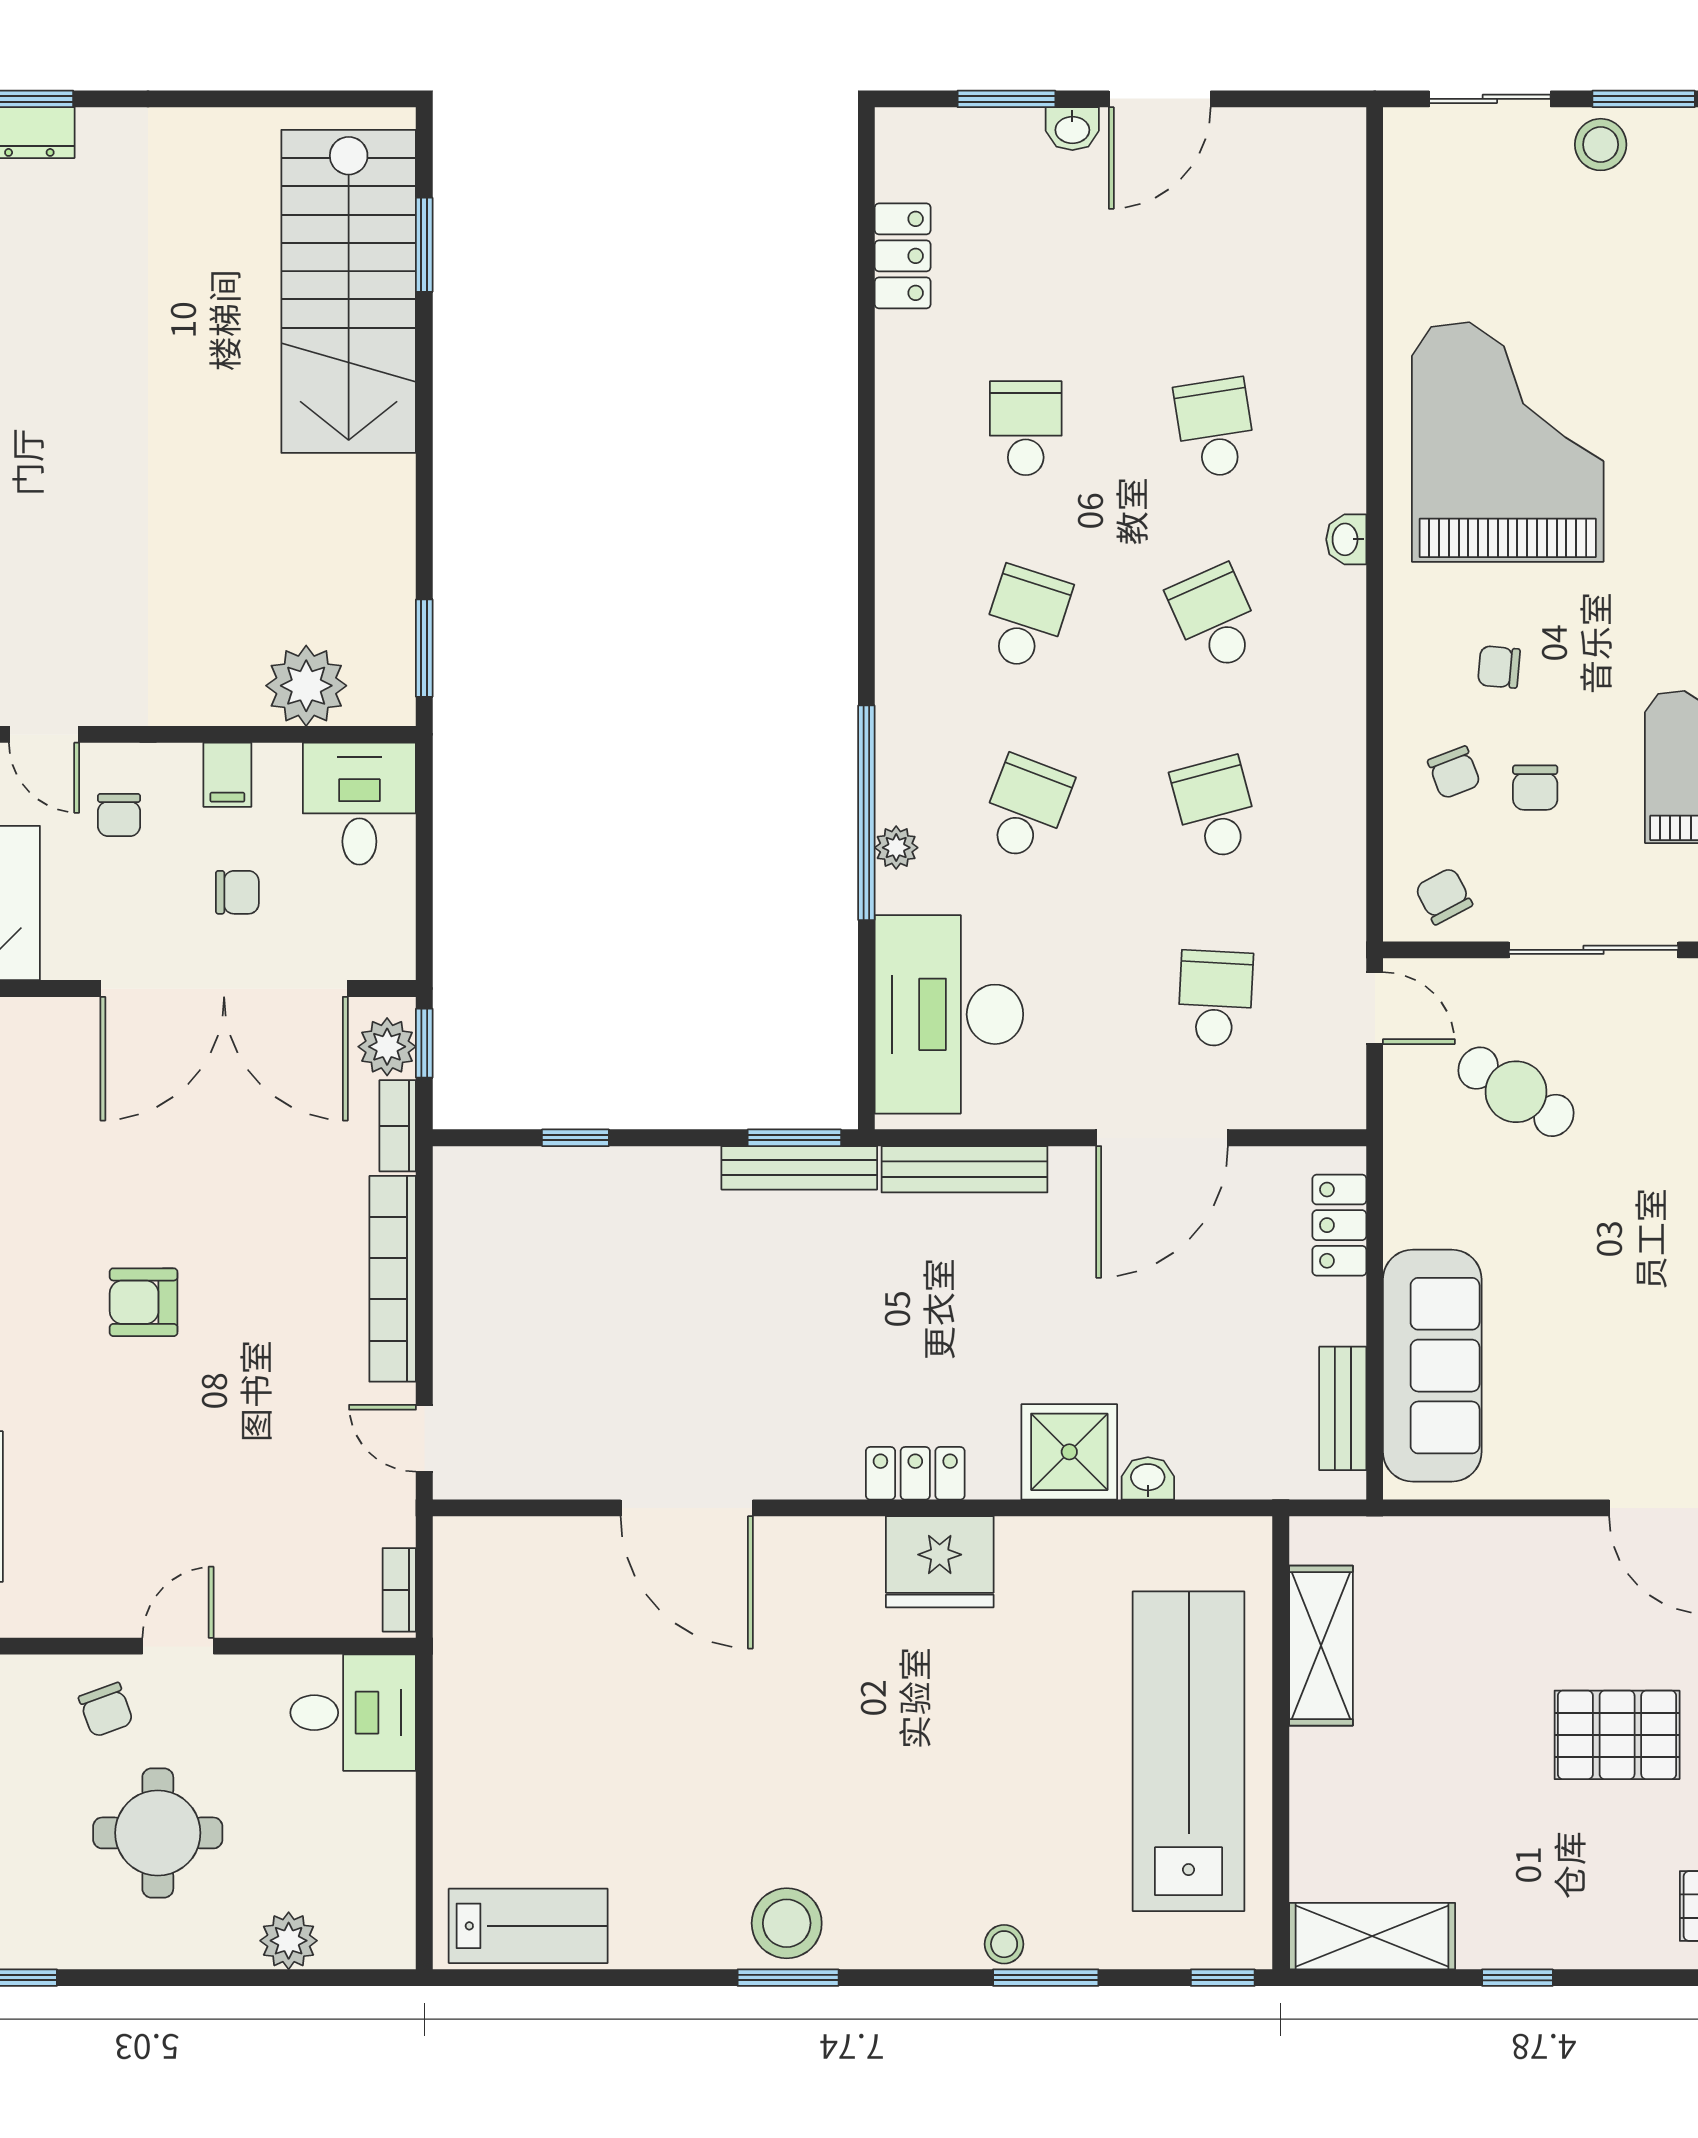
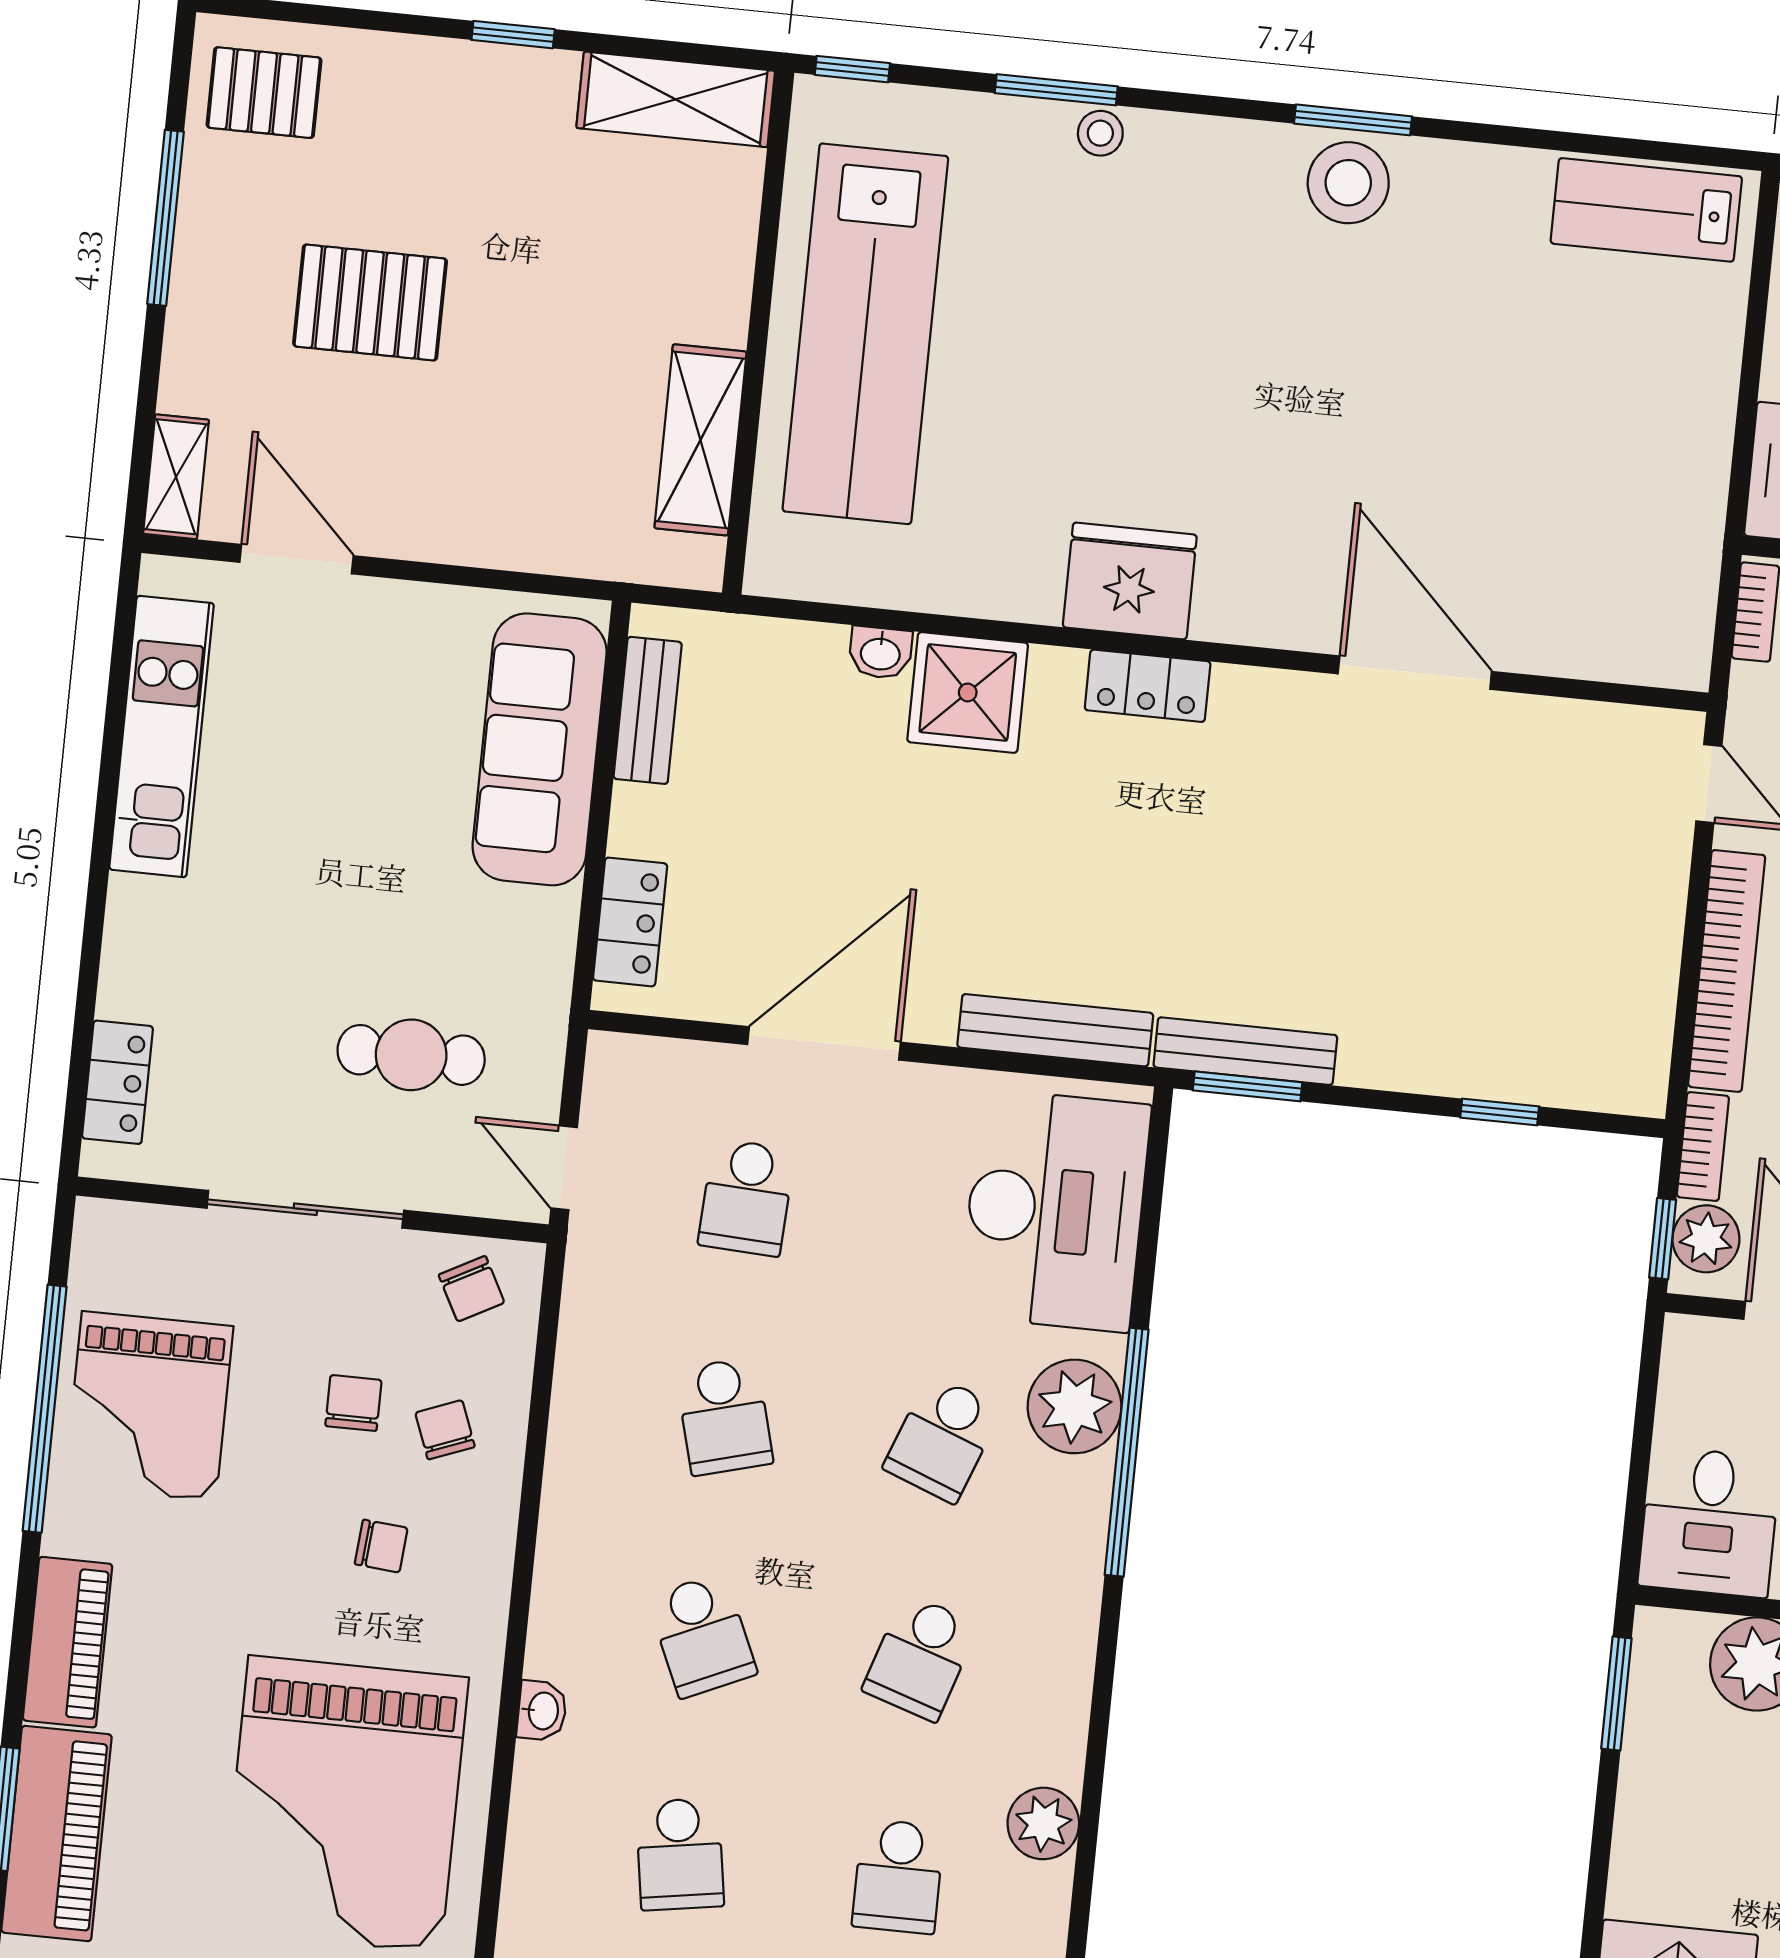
plant: (906, 486) -> (1043, 1823), added
plant: (896, 848) -> (1075, 1406), width x1.88, depth x1.88
cafe table: (1516, 1092) -> (411, 1055), turned -32

